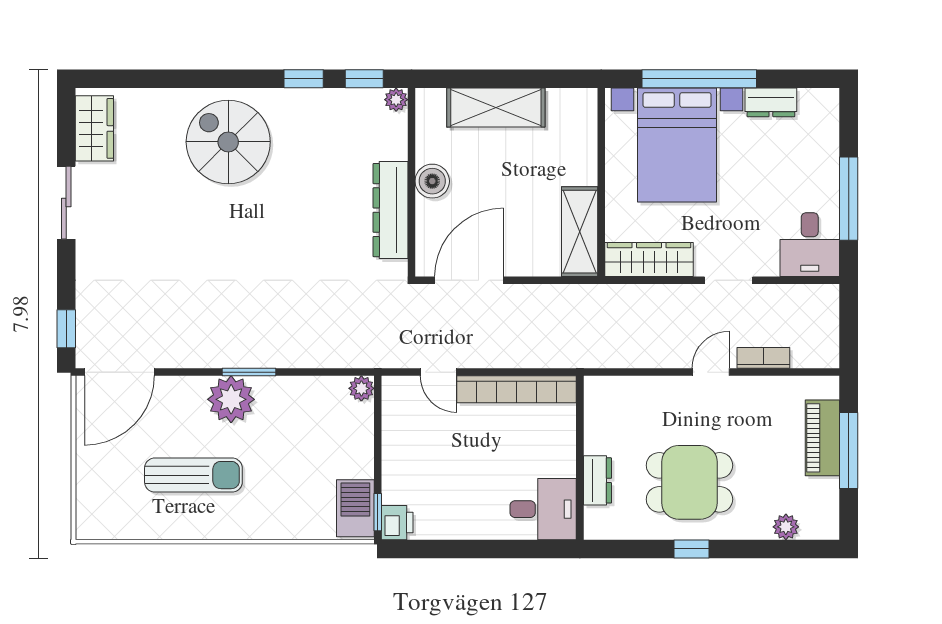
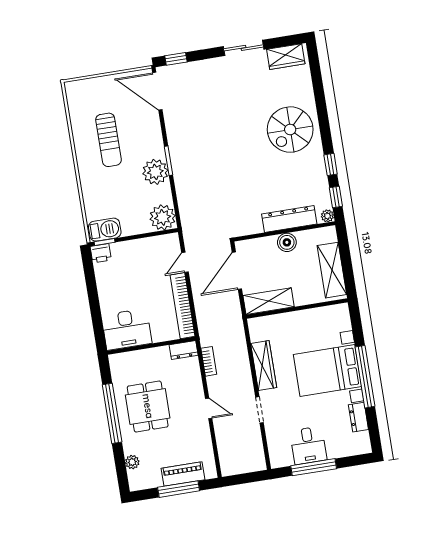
spiral stairs: (228, 142) -> (290, 130), turned 180
wall: (601, 182) -> (297, 308), moved
dresser: (390, 210) -> (289, 219), moved
shelving: (580, 232) -> (269, 301), moved
desk: (810, 245) -> (308, 445), moved, turned -90
door: (469, 280) -> (237, 271), swing flipped
bookcase: (763, 358) -> (209, 361), moved
plant: (361, 388) -> (163, 217), width x1.88, depth x1.88
plant: (231, 399) -> (155, 172), moved
dresser: (597, 480) -> (184, 350), moved
desk: (543, 509) -> (127, 329), width x1.37
window: (692, 549) -> (112, 413), width x3.17

